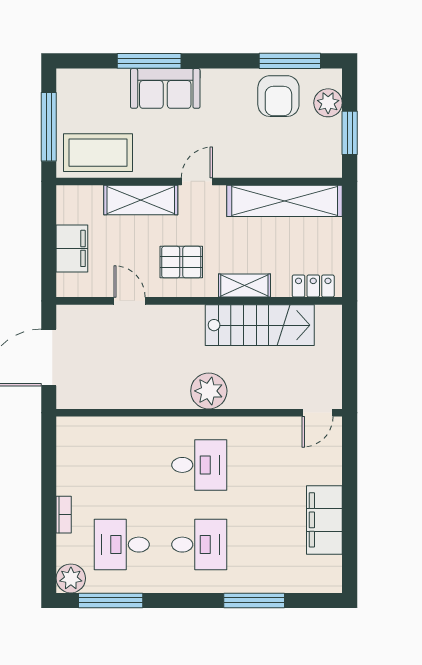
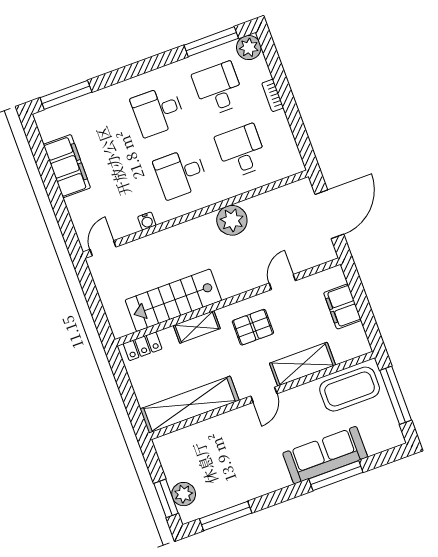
sofa: (165, 88) -> (325, 455), width x1.36
armchair: (278, 96) -> (224, 485), removed
window: (350, 133) -> (166, 498), moved
door: (130, 301) -> (282, 282), swing flipped
plant: (209, 391) -> (232, 220), moved
water cooler: (257, 425) -> (147, 221), added
desk: (122, 465) -> (241, 151), added
desk: (122, 545) -> (218, 89), turned -90
window: (254, 600) -> (66, 95), moved

